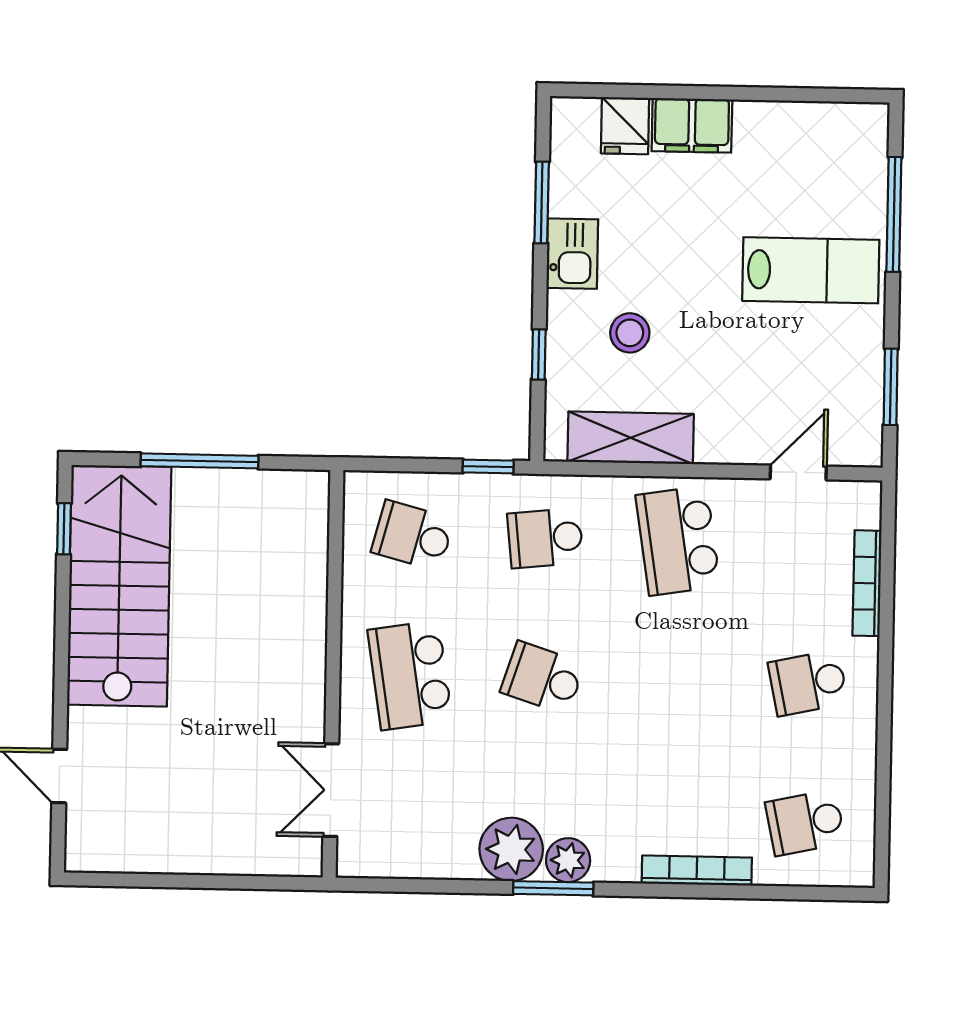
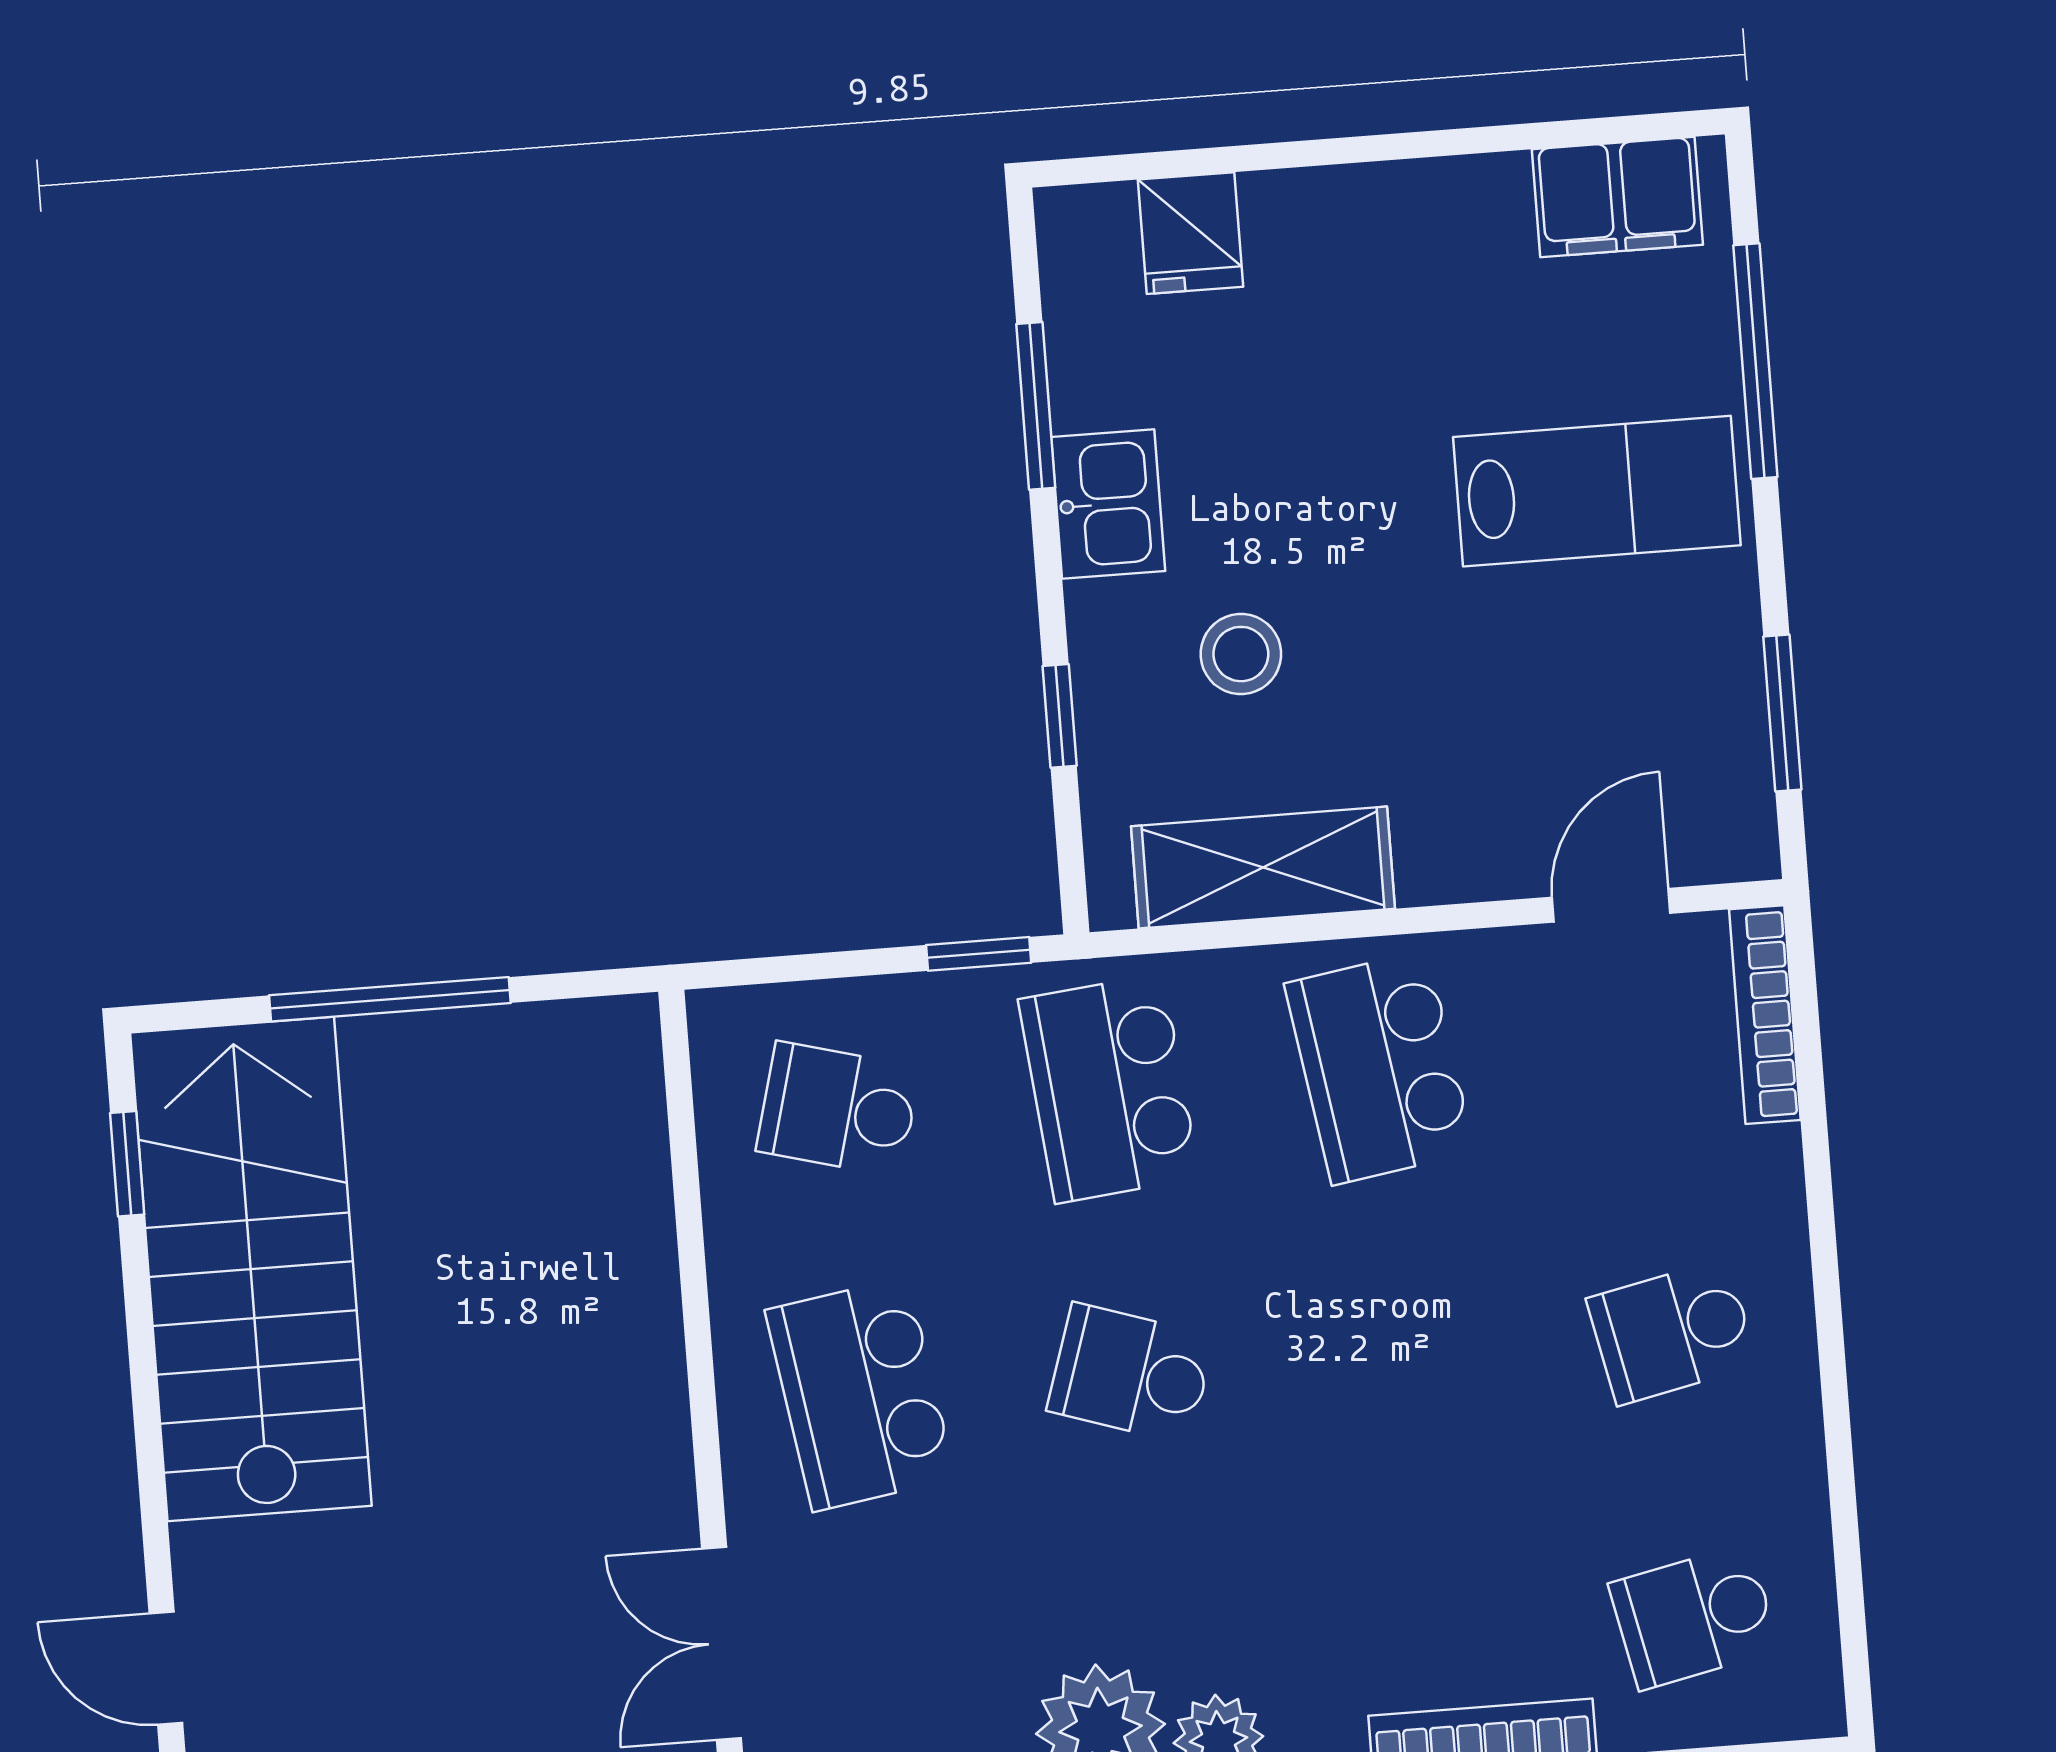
filing cabinet: (692, 125) -> (1617, 197), moved
school desk: (545, 538) -> (1109, 1088), width x1.85
bookcase: (867, 583) -> (1765, 1015), moved

